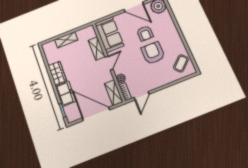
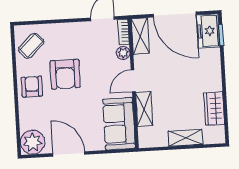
armchair: (145, 33) -> (32, 87), moved
wardrobe: (57, 73) -> (214, 108), moved
freezer: (66, 94) -> (208, 31), moved

